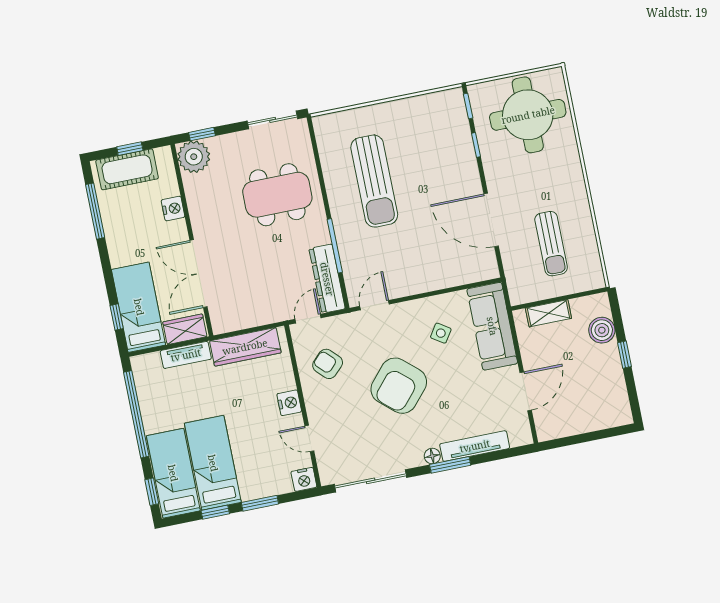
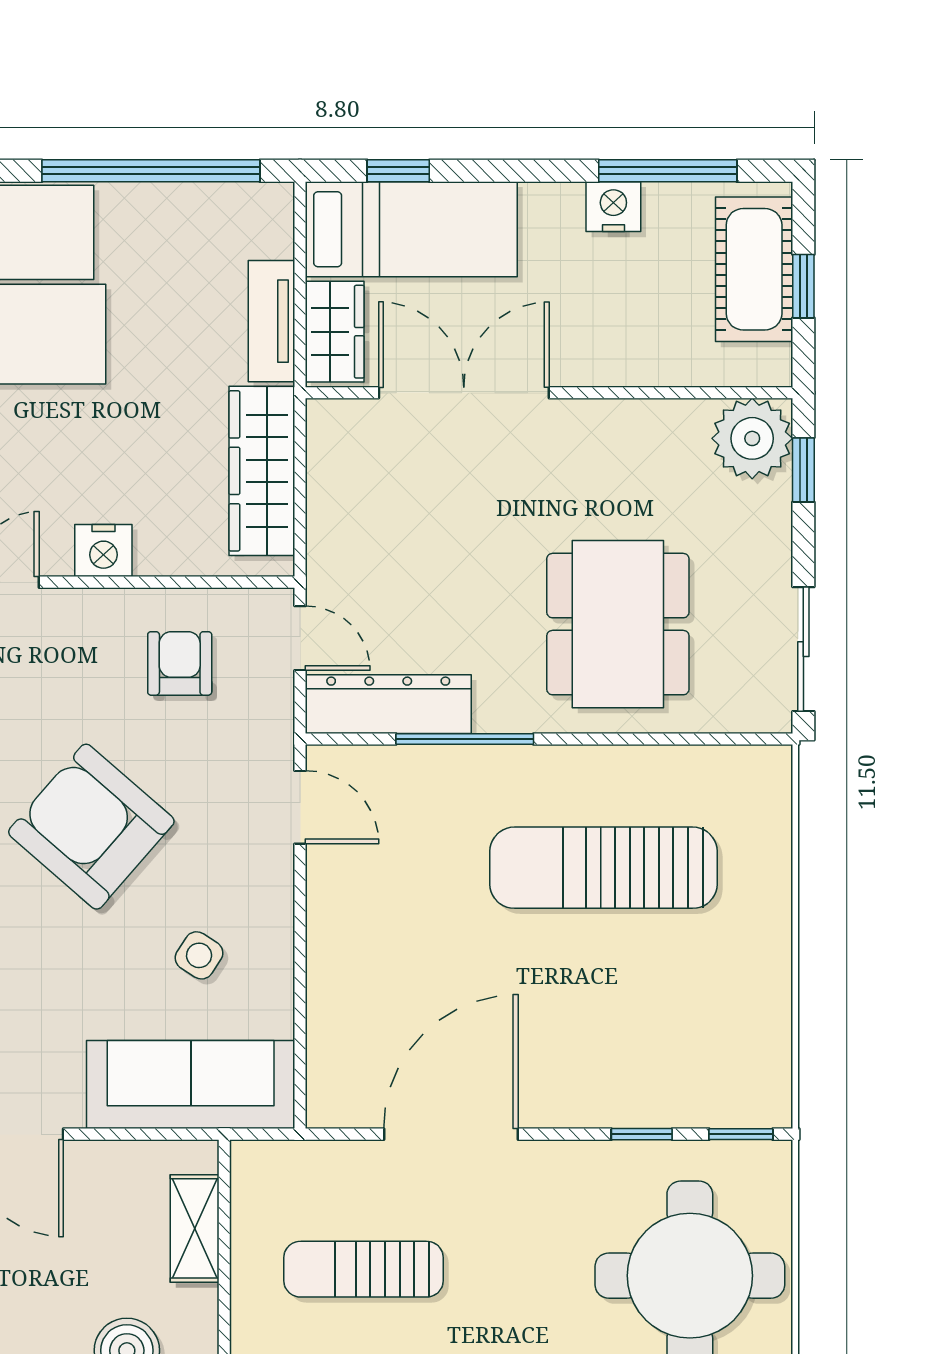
nightstand: (173, 209) -> (613, 207), moved, turned 180
armchair: (328, 364) -> (180, 663), turned -45

